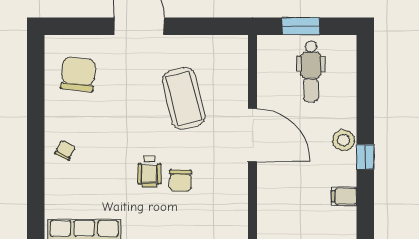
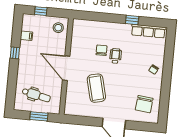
dental chair: (311, 71) -> (36, 95), turned 102
stool: (343, 140) -> (58, 28), moved

